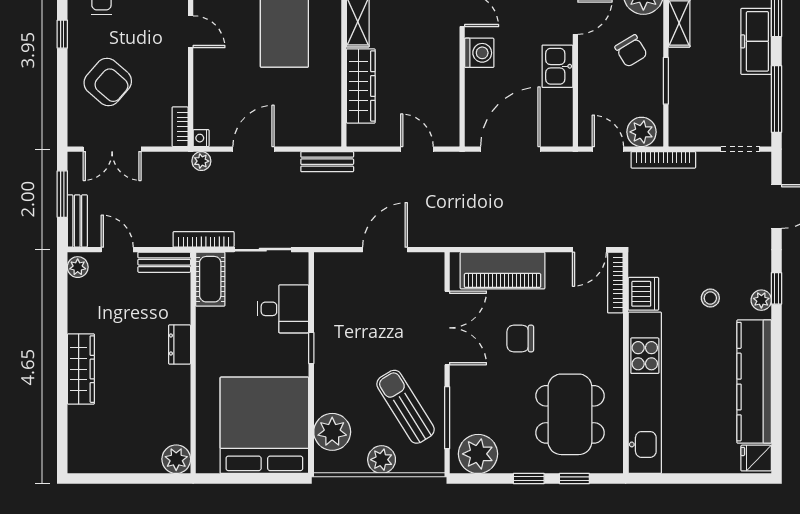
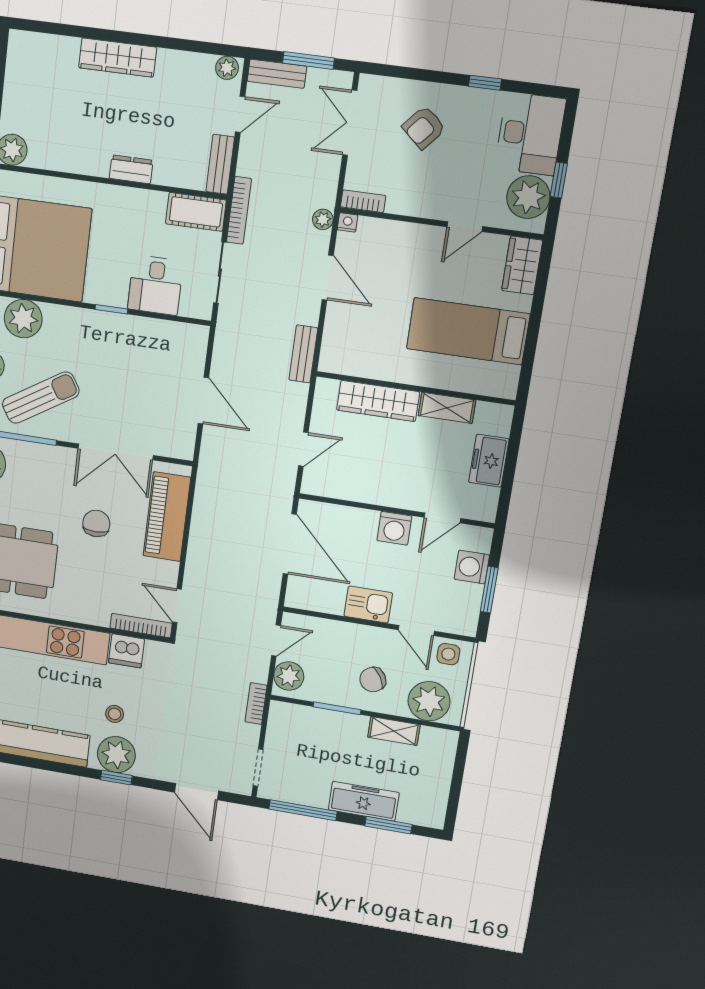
armchair: (108, 82) -> (424, 127), width x0.72, depth x0.72
bookcase: (663, 160) -> (256, 704), width x0.64
plant: (761, 300) -> (116, 755), width x1.87, depth x1.87

